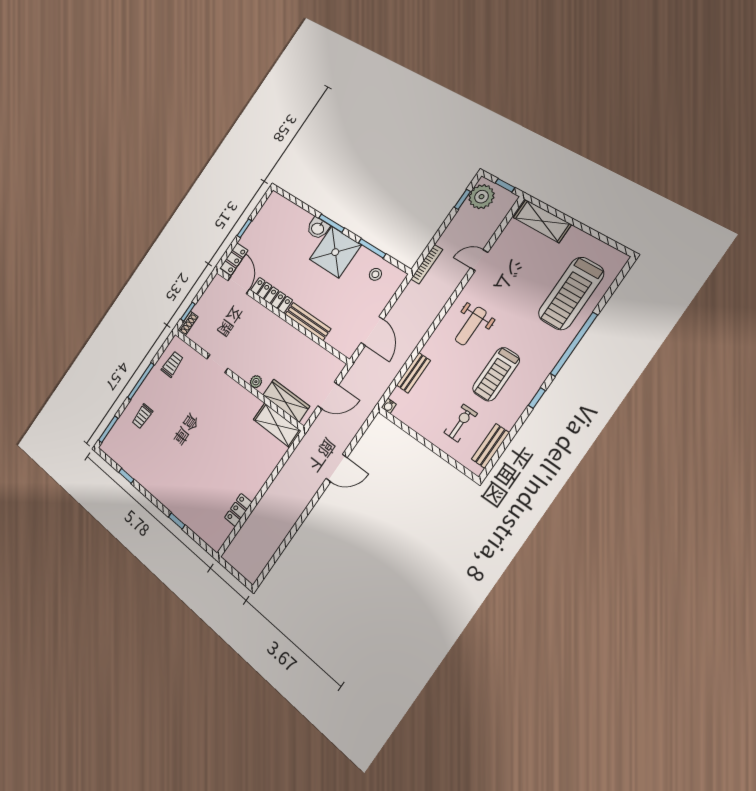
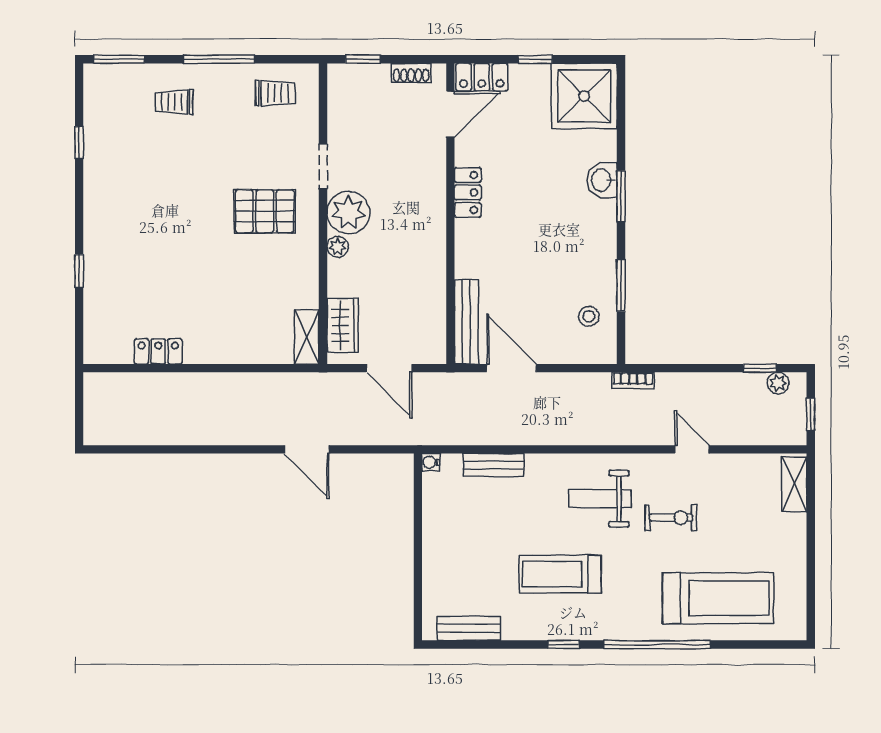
plant: (481, 197) -> (778, 383), width x0.53, depth x0.53
shelving: (542, 221) -> (794, 484), width x0.67, depth x0.75
shower: (335, 252) -> (584, 96), moved
bookcase: (427, 264) -> (633, 381), width x0.64
treadmill: (571, 293) -> (718, 598), turned 180
locker: (271, 295) -> (468, 192), width x0.66
bench: (308, 321) -> (466, 322), moved
shoe rack: (188, 323) -> (411, 73), moved
door: (372, 331) -> (511, 368), swing flipped
plant: (245, 365) -> (348, 213), added
wardrobe: (286, 401) -> (343, 325), width x0.67
pallet: (216, 407) -> (265, 211), added
exercise bike: (461, 423) -> (671, 518), moved
shelving: (277, 425) -> (307, 337), width x0.67, depth x0.75

